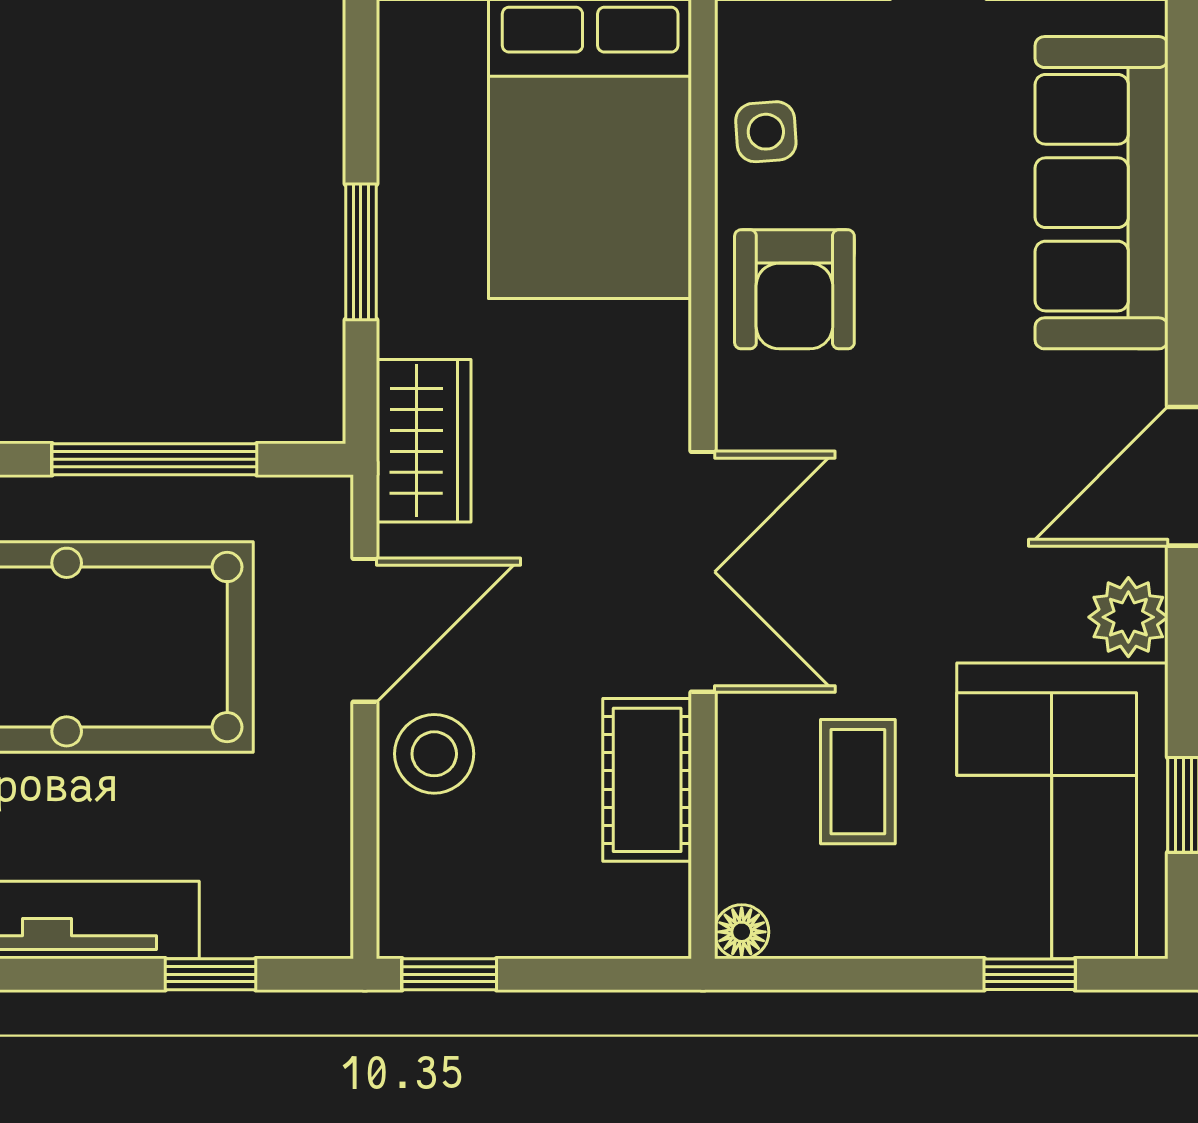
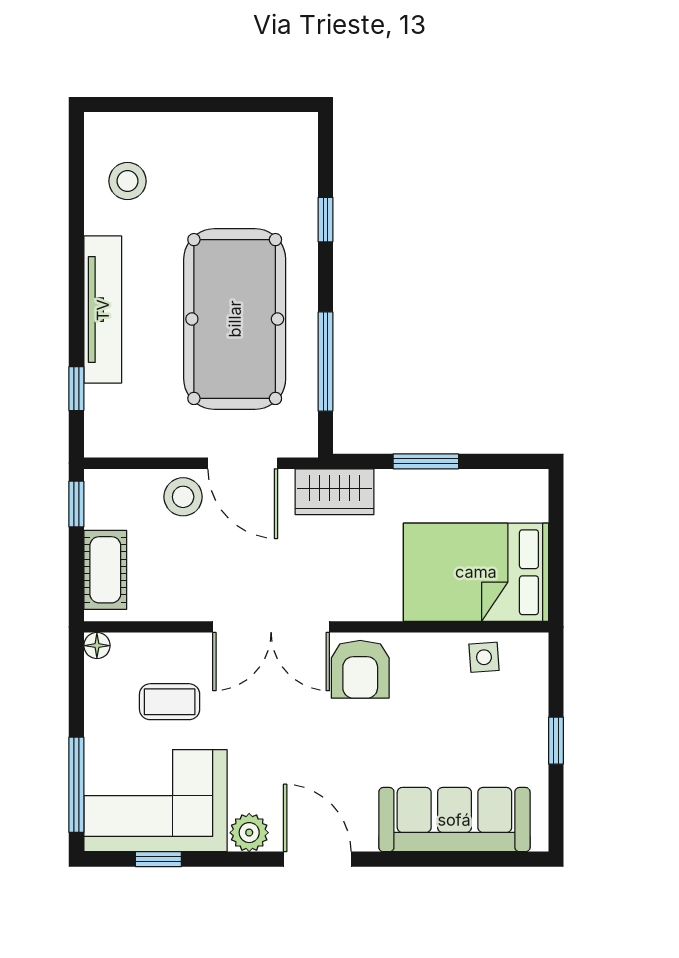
armchair: (794, 289) -> (360, 669), moved, turned -90
cot: (647, 780) -> (105, 570), moved, turned 90
window: (1030, 974) -> (76, 785), width x2.17

